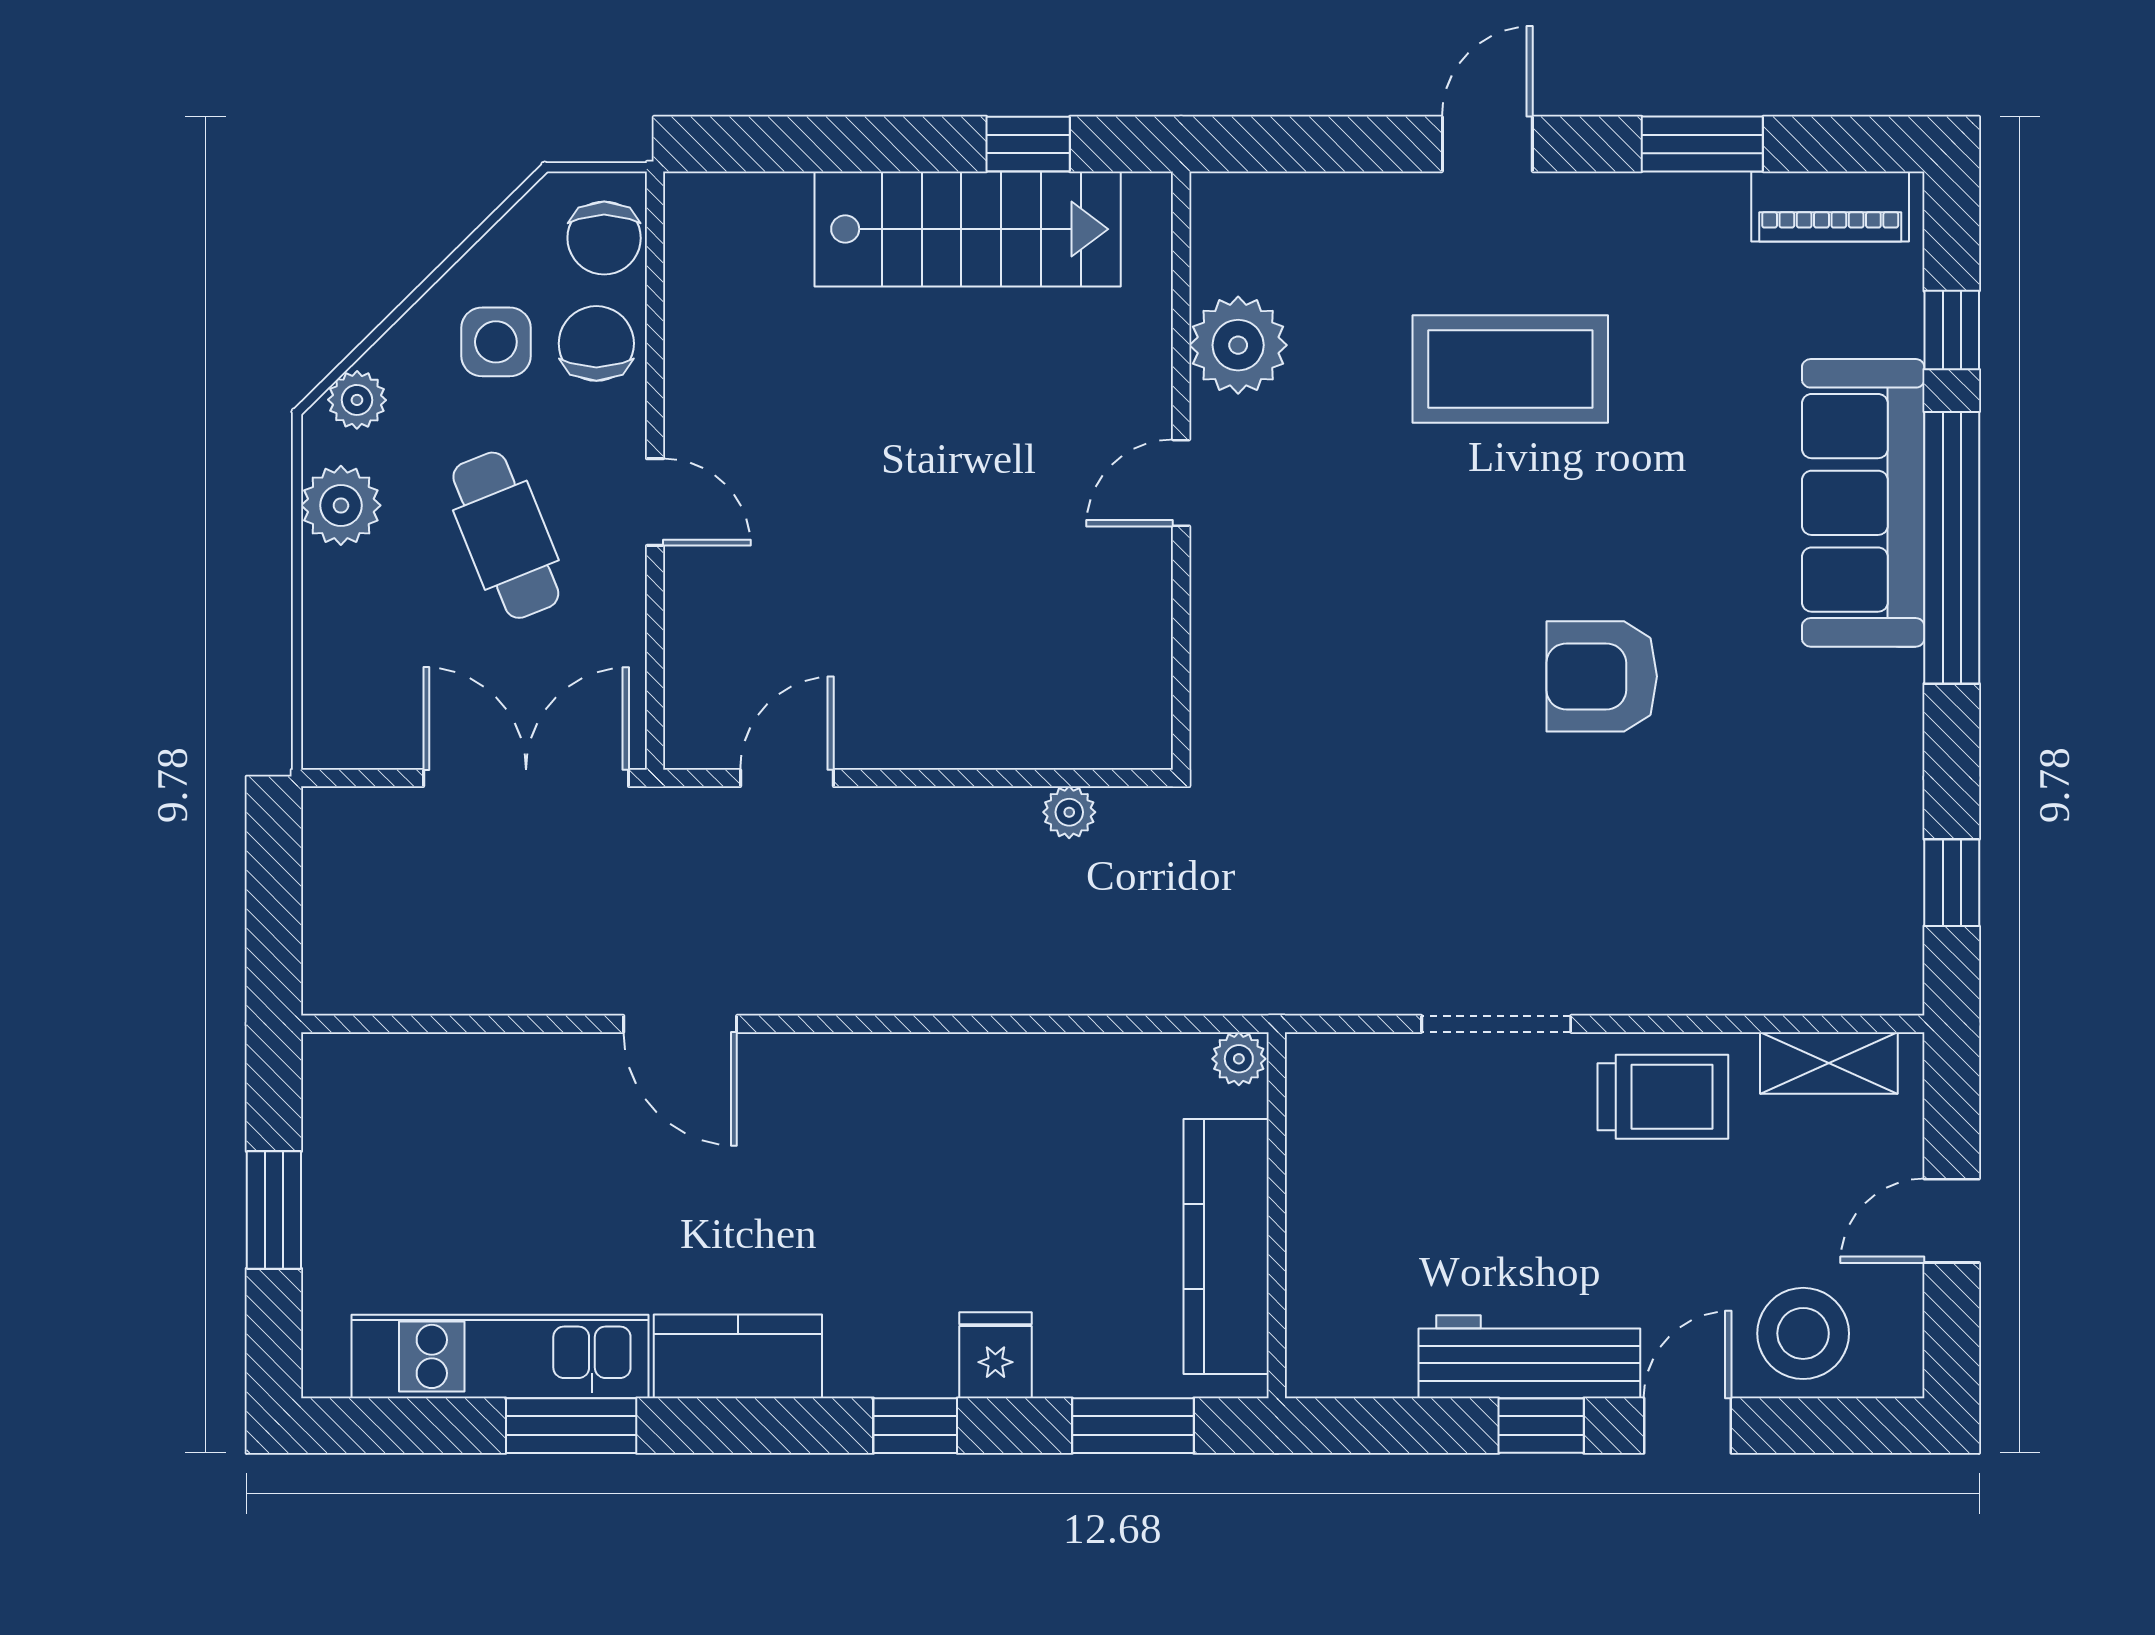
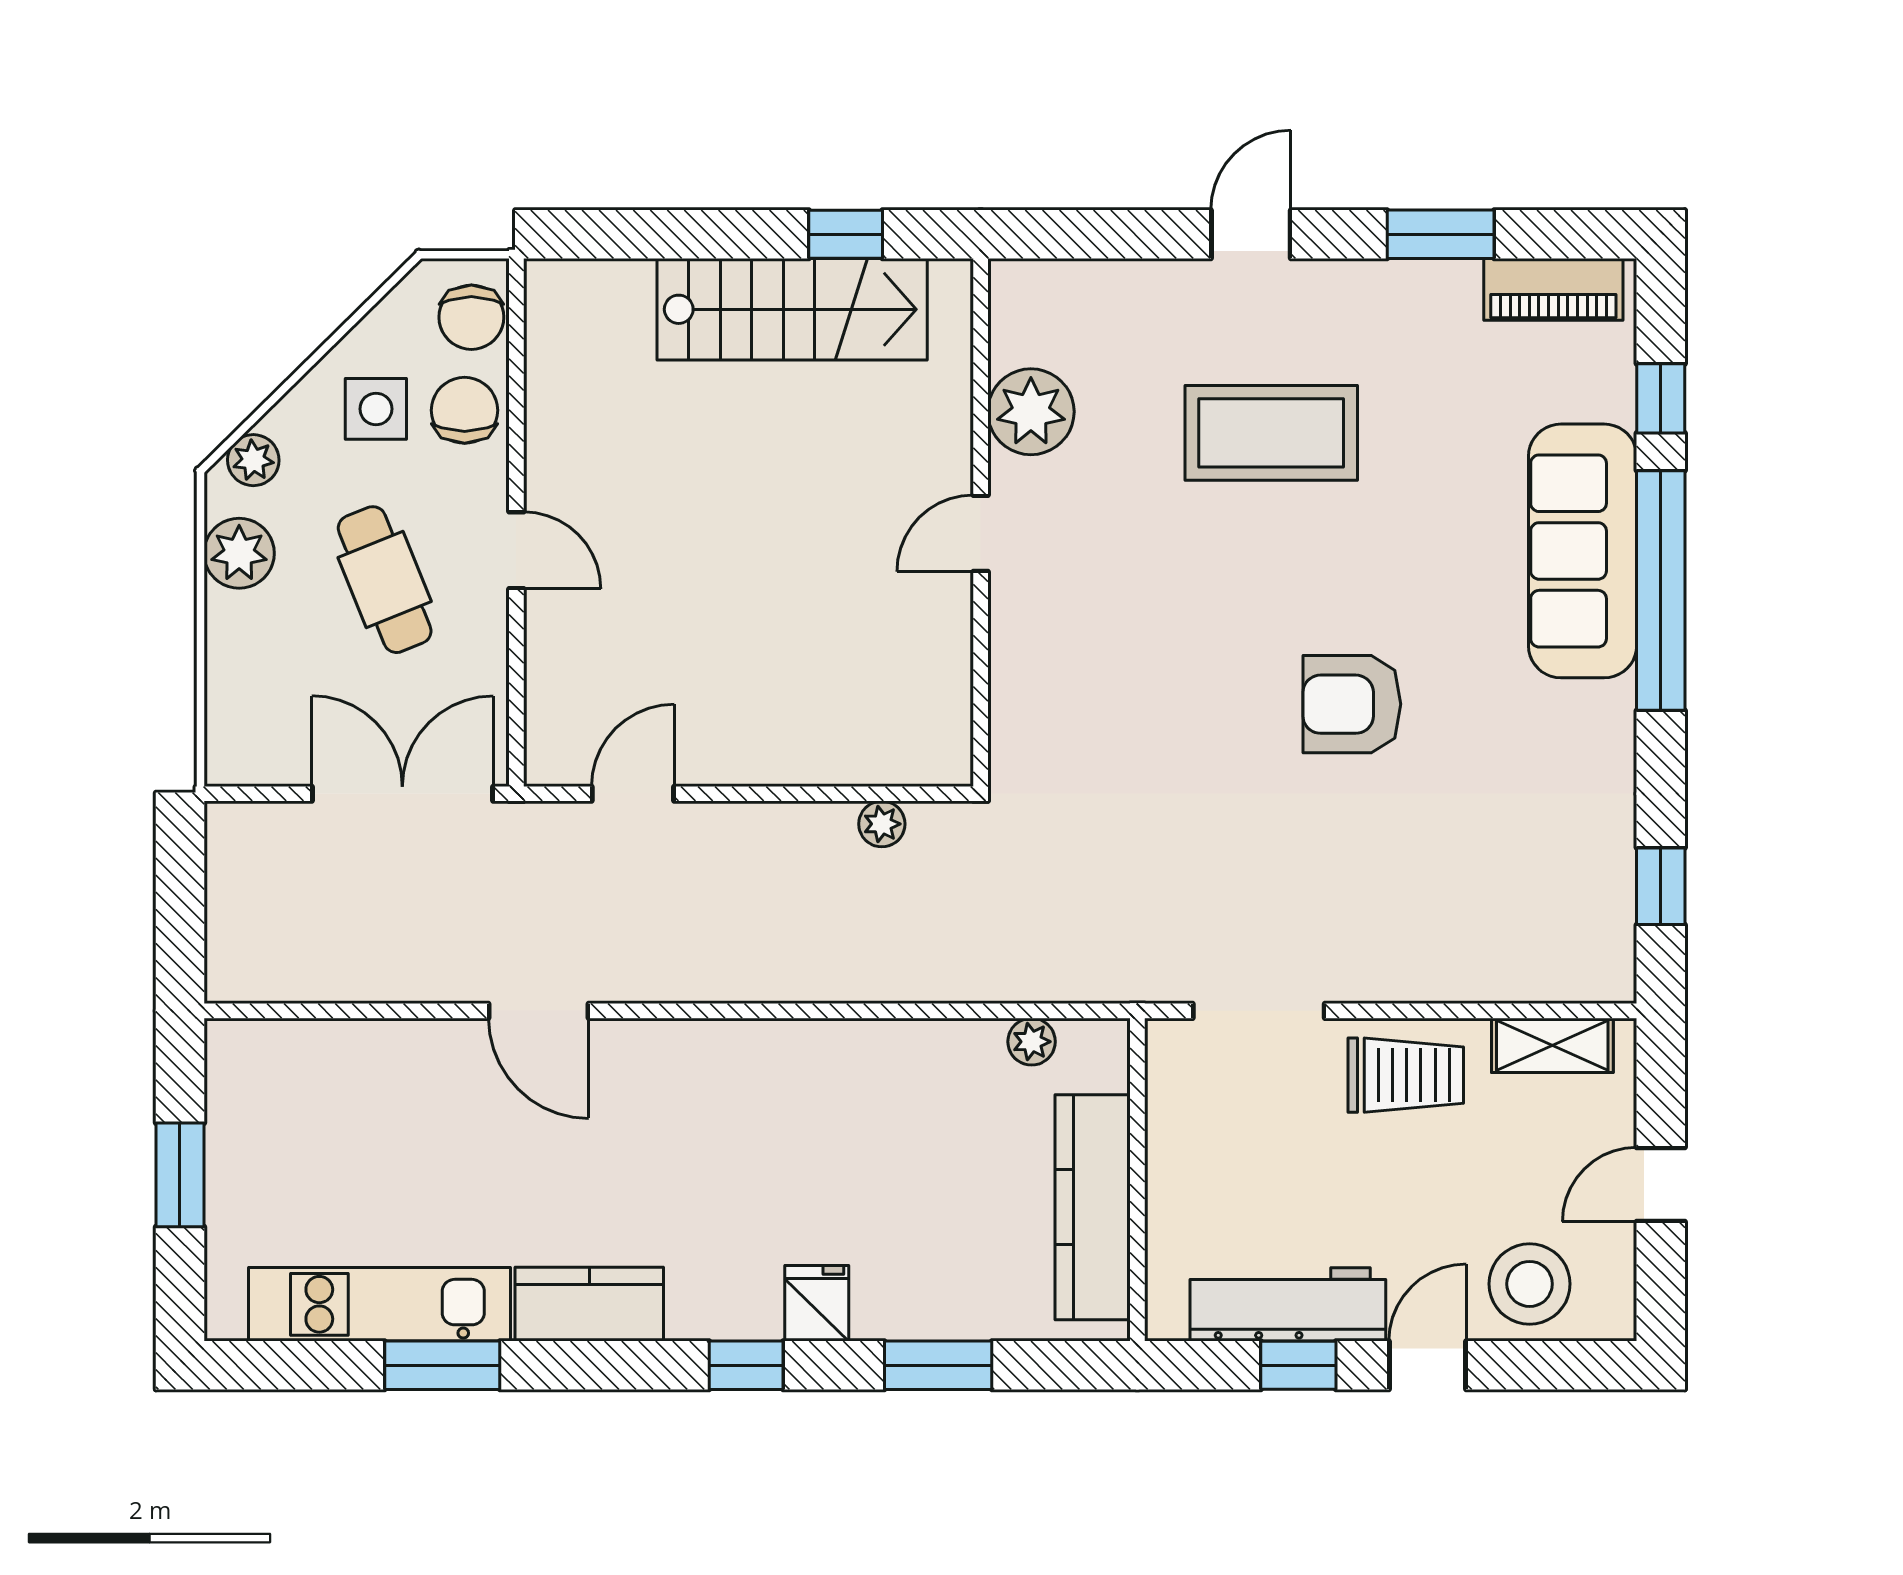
wall: (1277, 1215) -> (1137, 1180), moved
kitchen counter: (1226, 1247) -> (1093, 1207), moved

